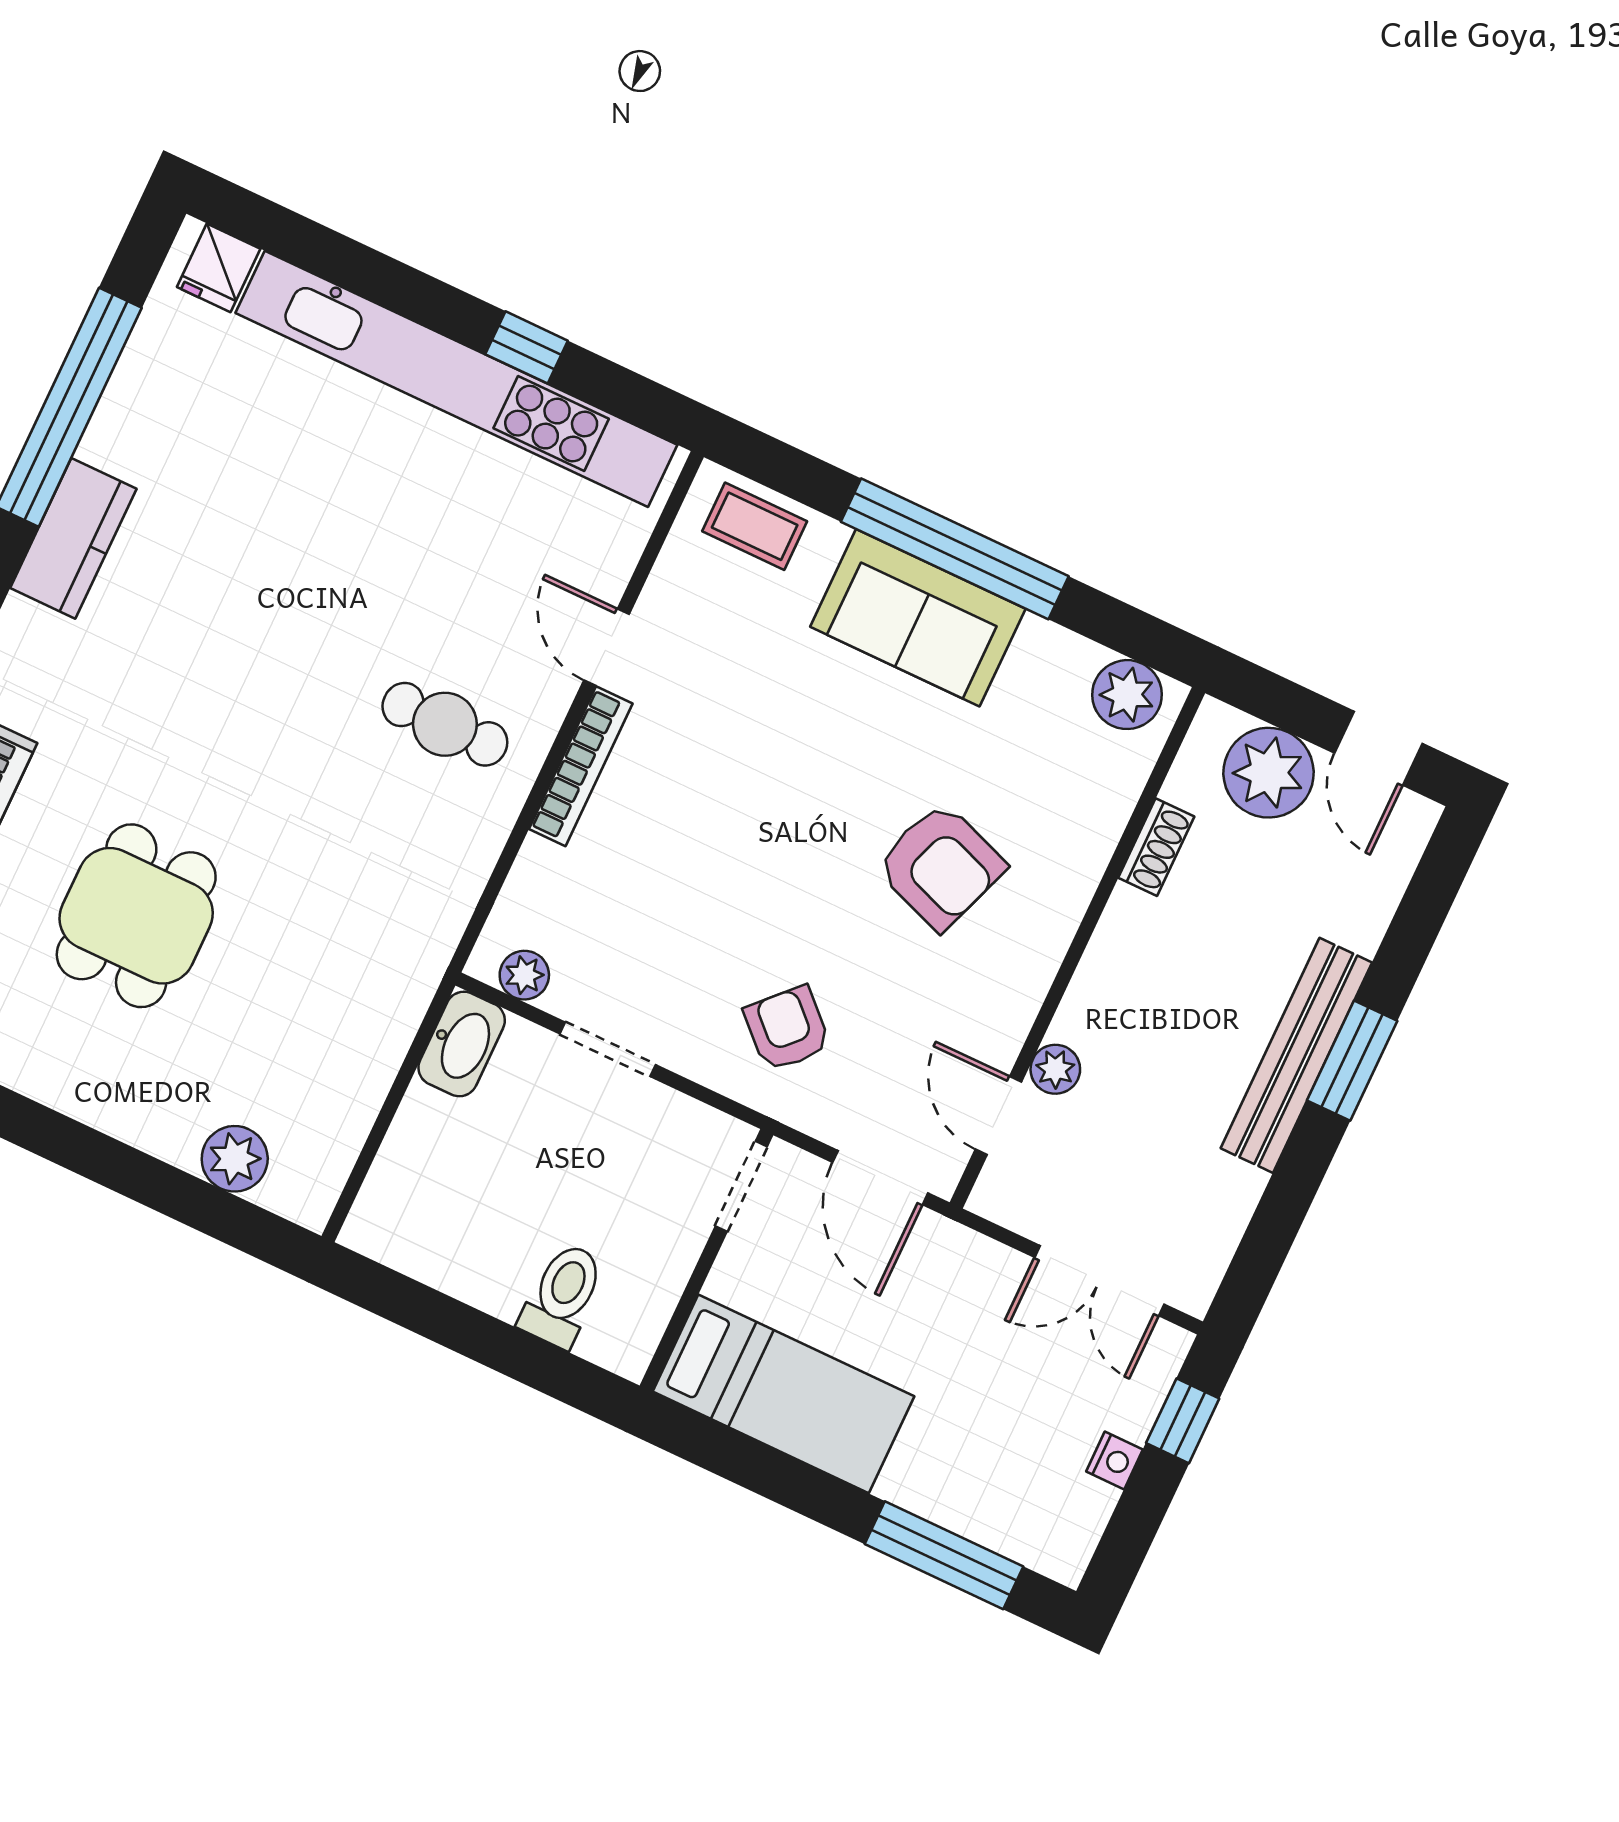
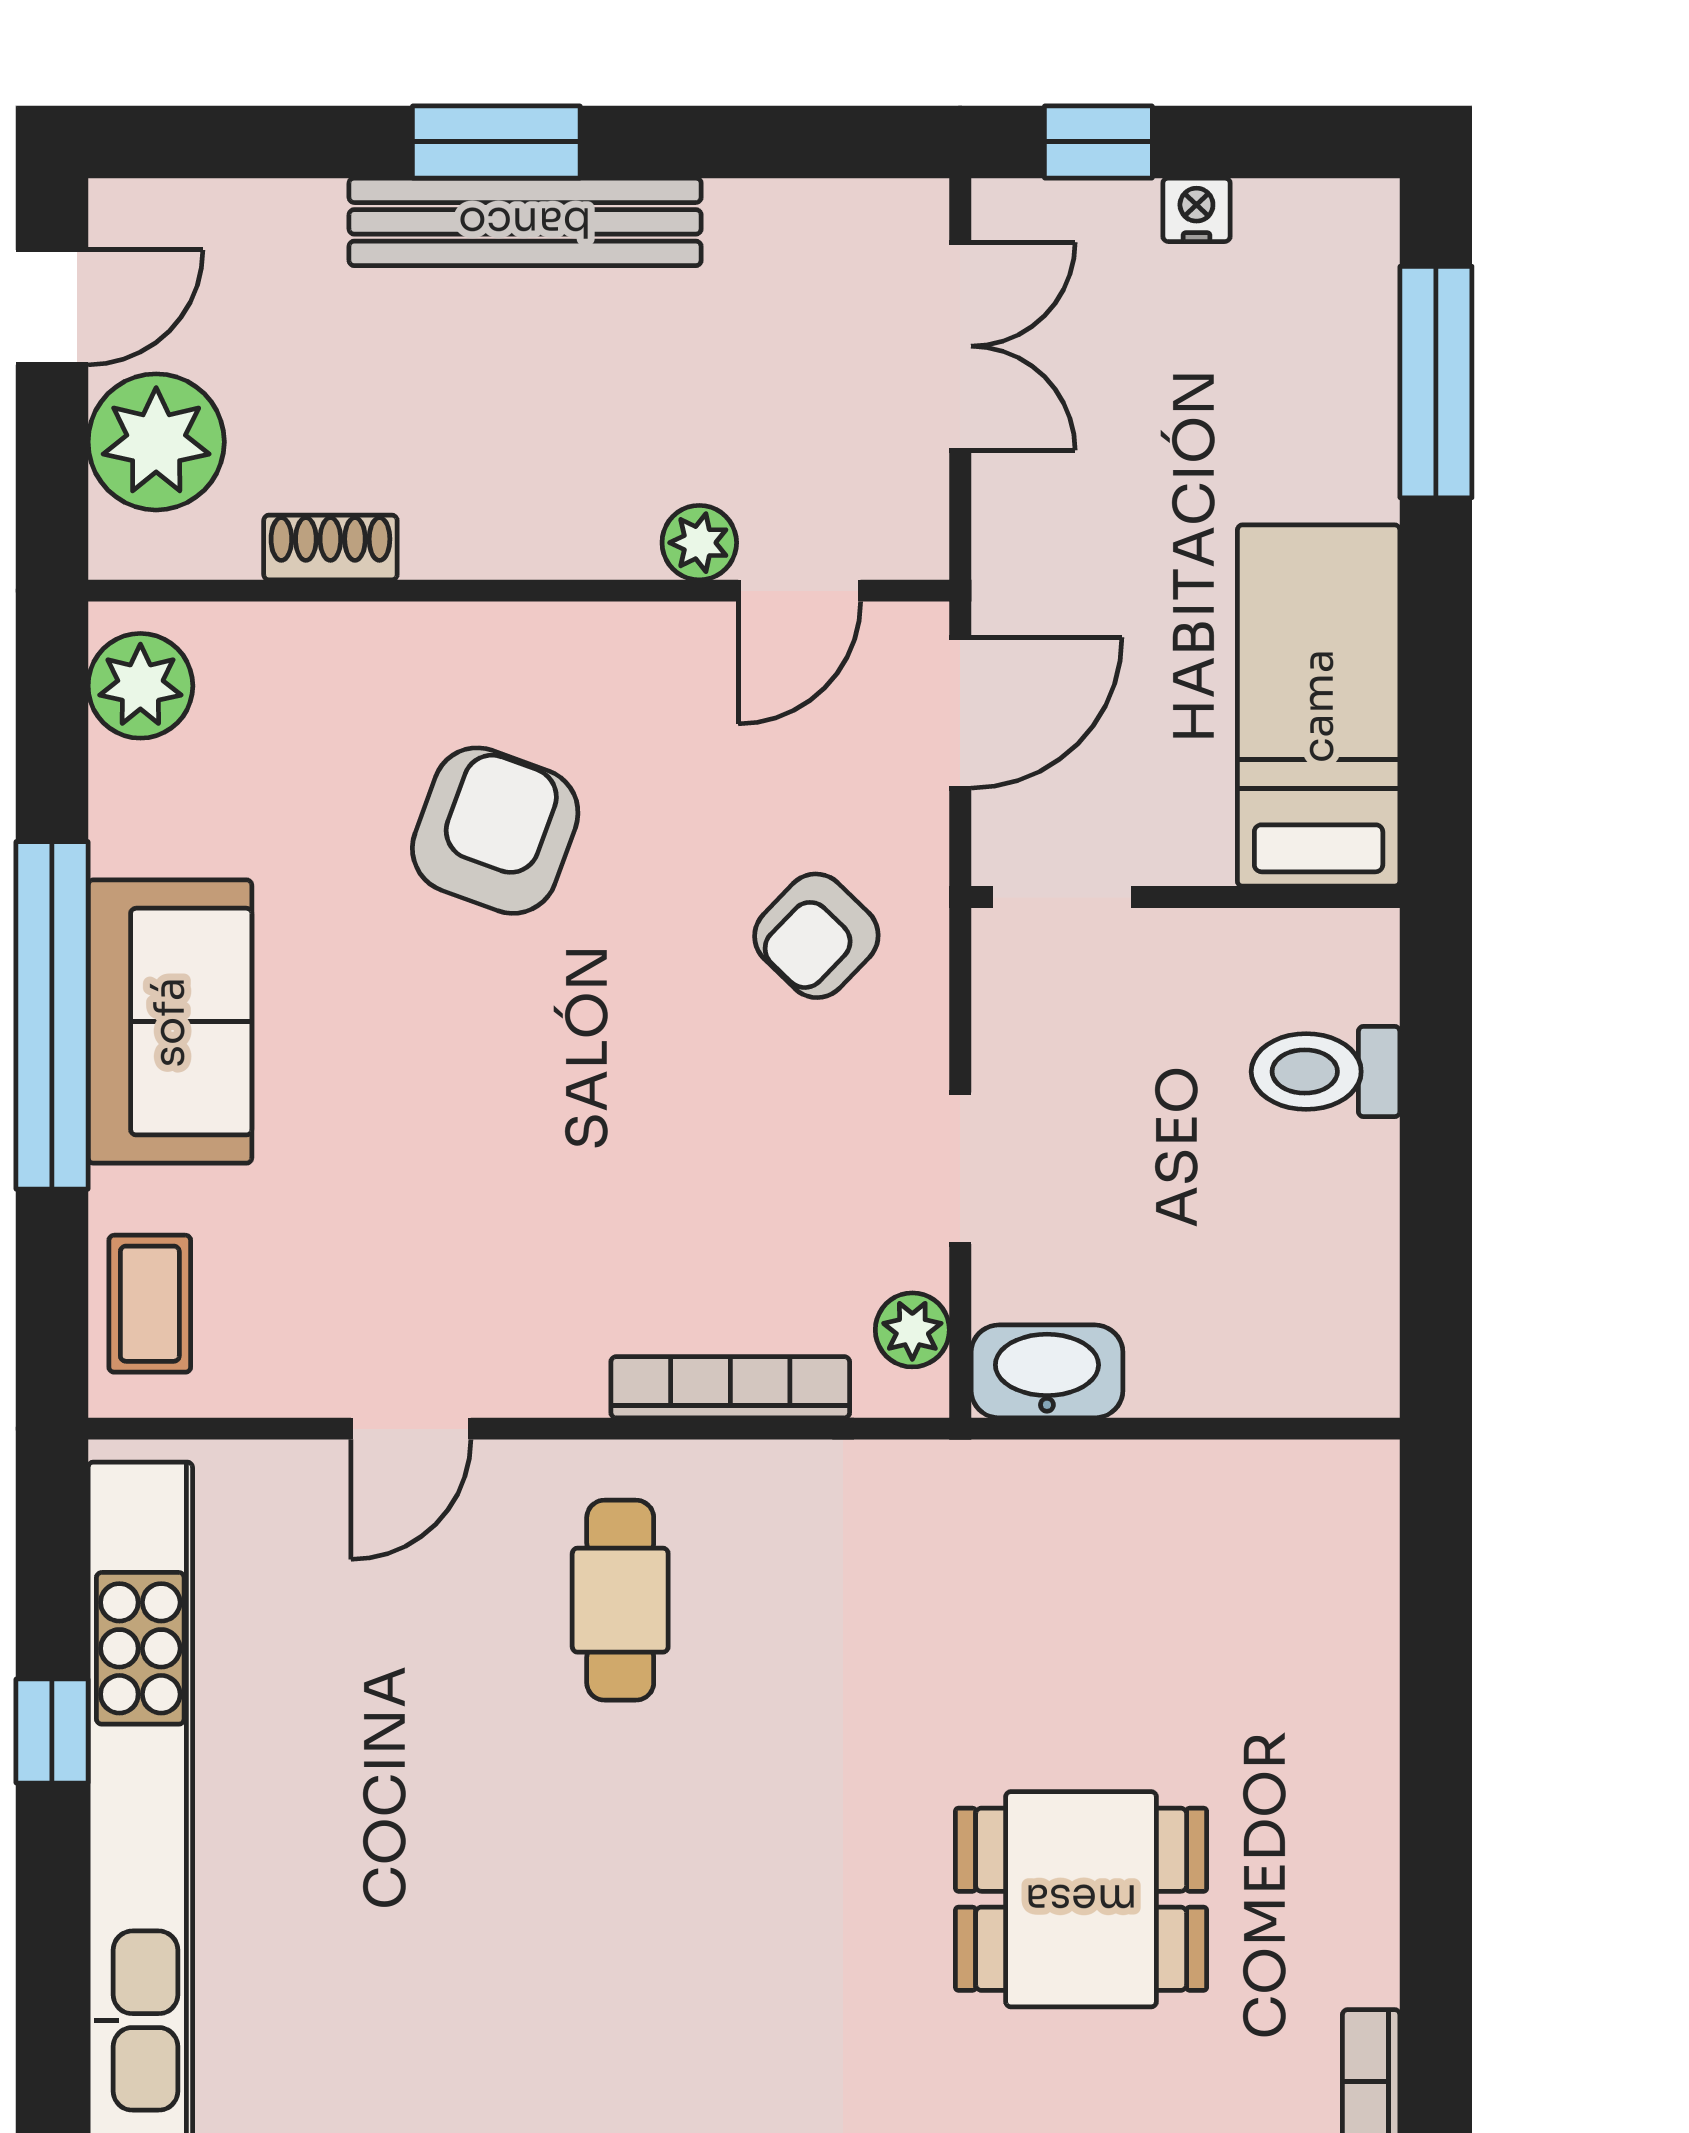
bookcase: (581, 766) -> (730, 1387), moved
plant: (235, 1159) -> (1350, 1608), removed

